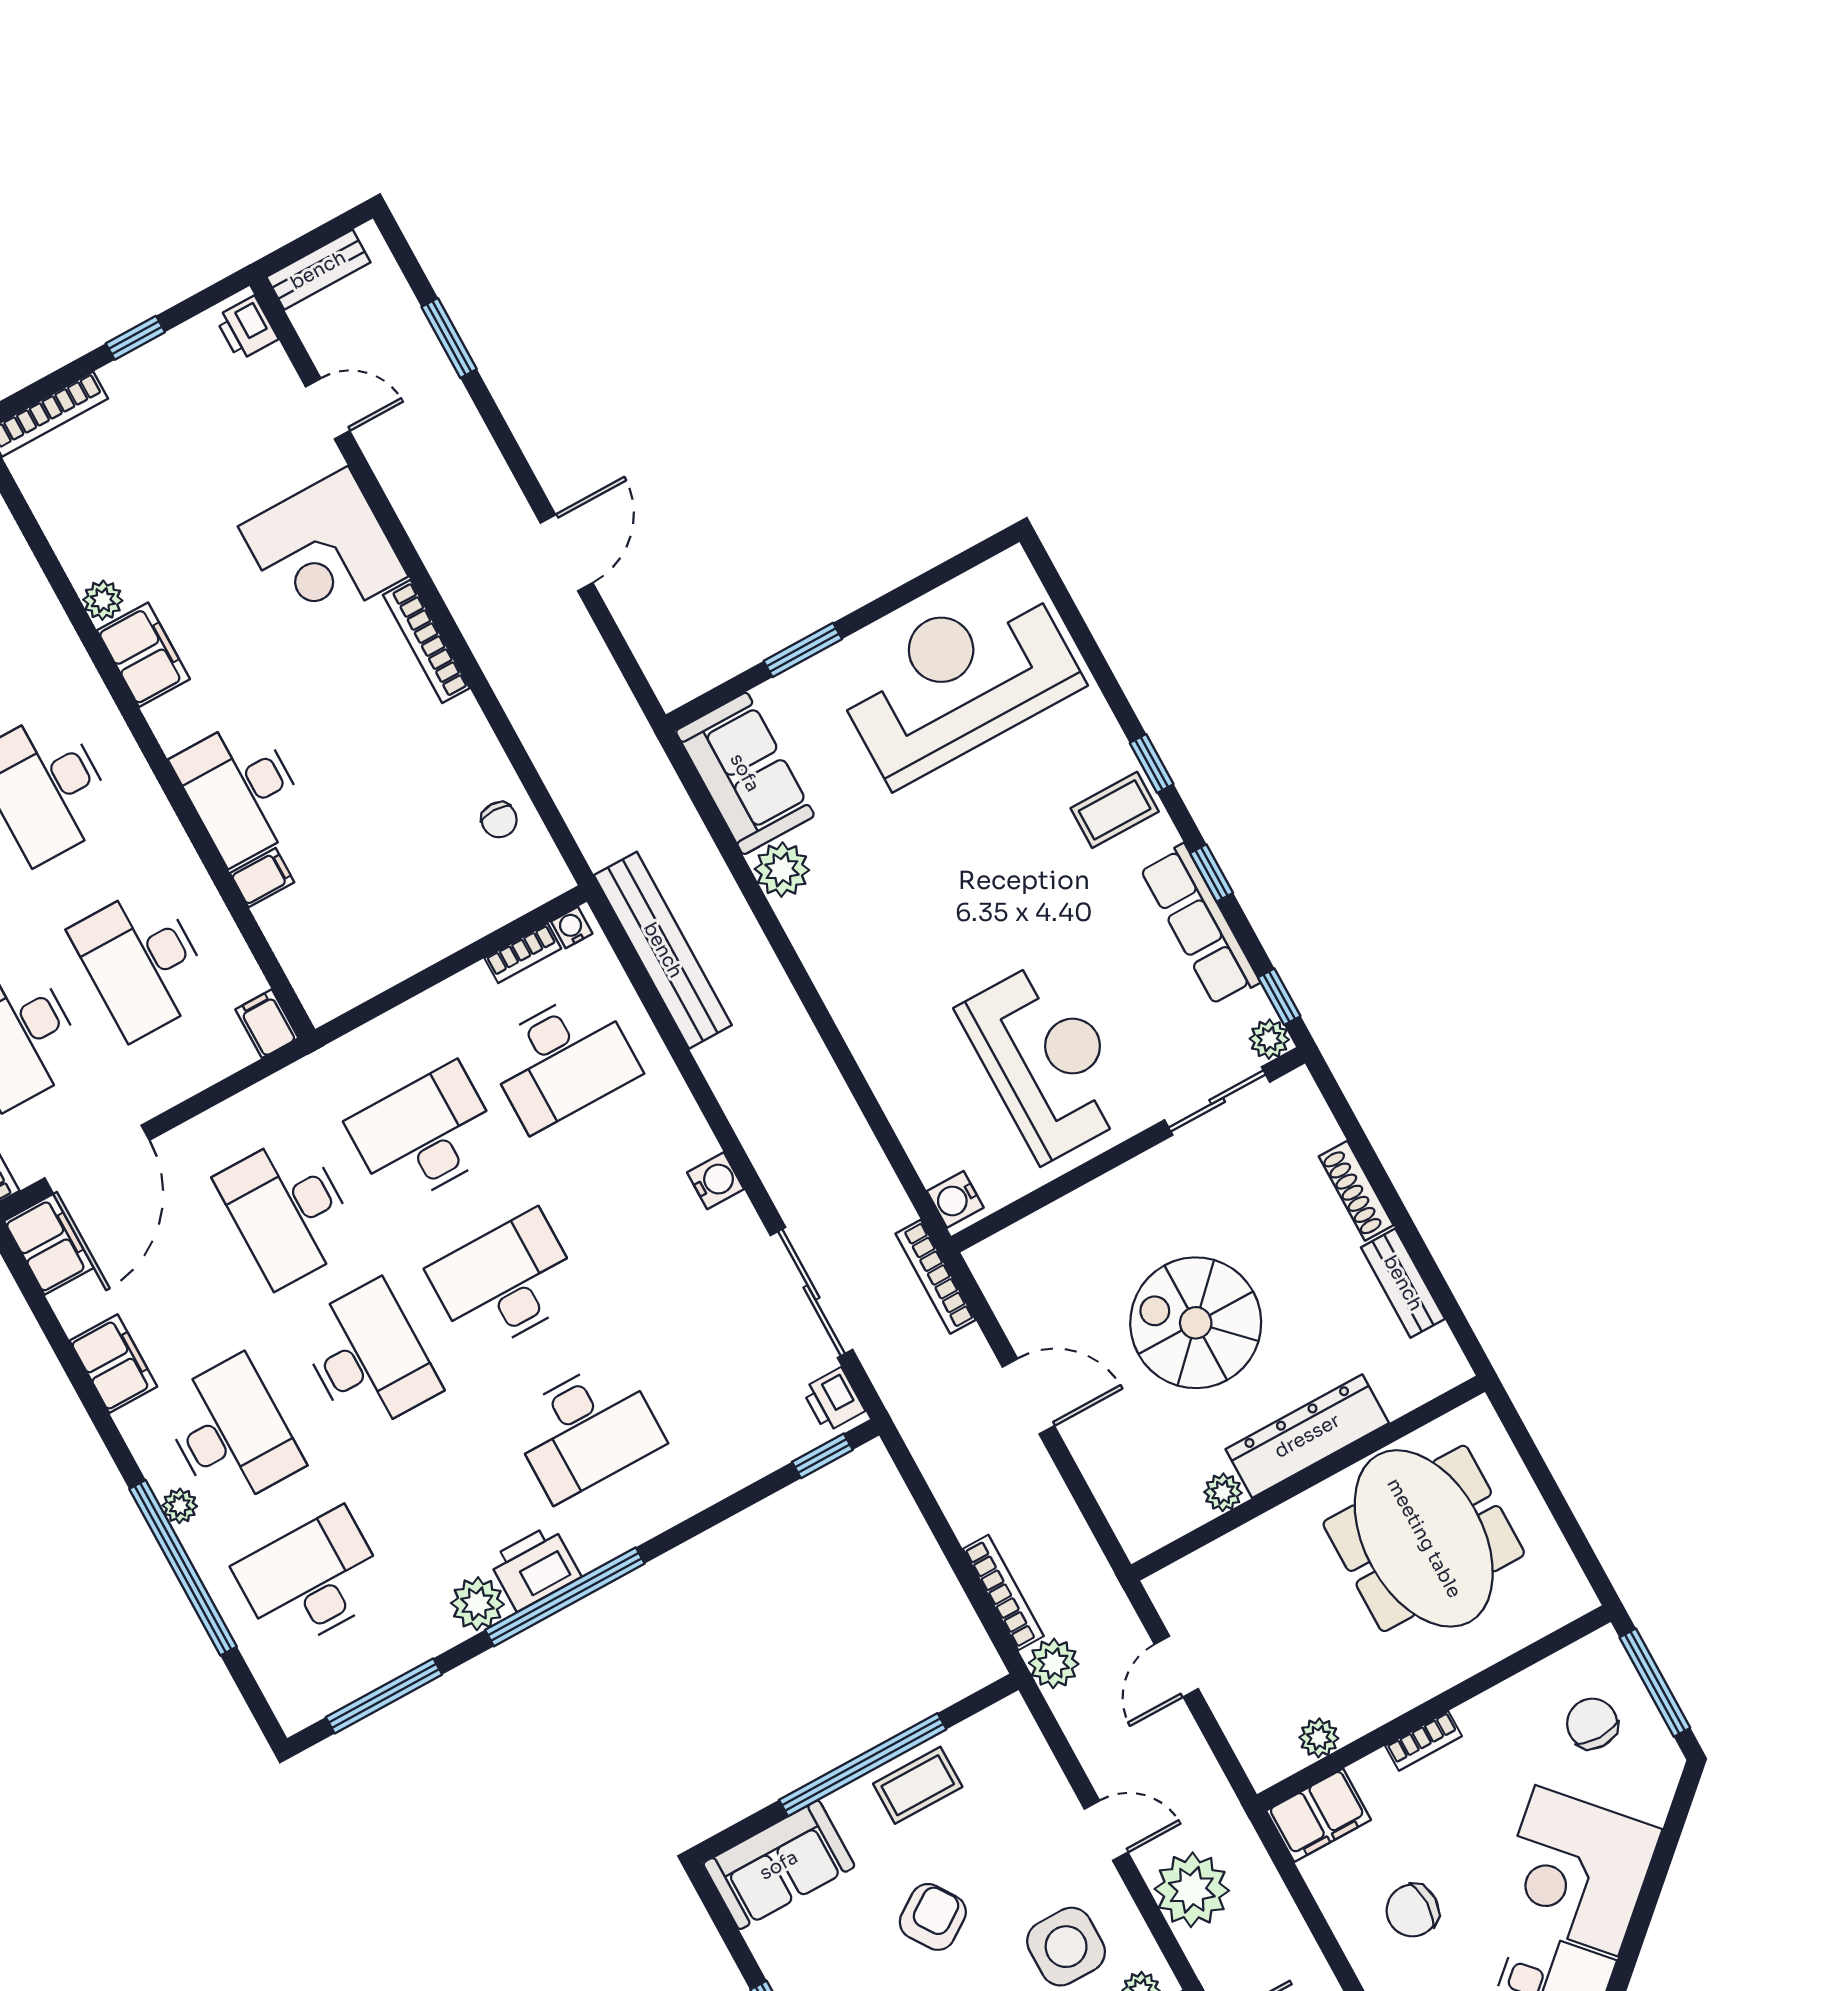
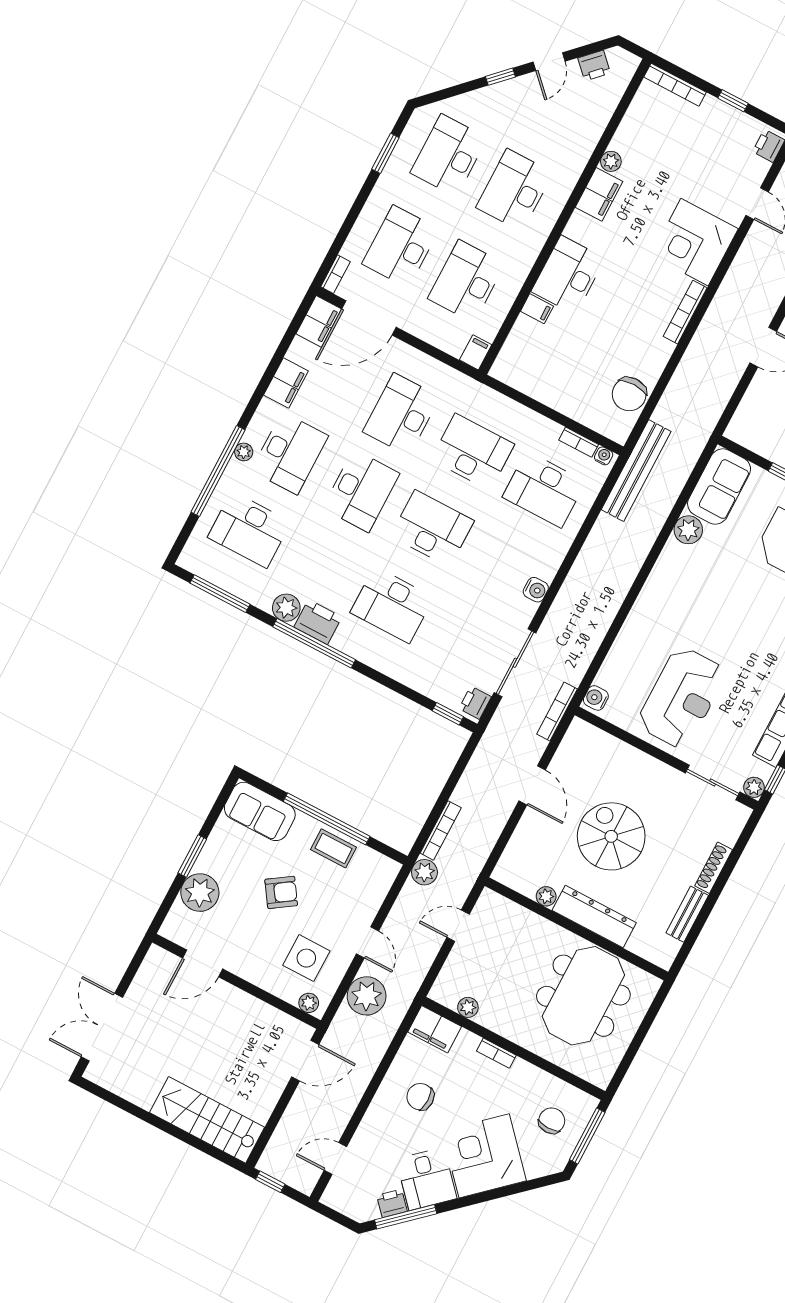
chair: (499, 820) -> (629, 394), width x1.87, depth x1.87
bench: (663, 950) -> (636, 471), moved
desk: (312, 1580) -> (249, 530), turned 180

